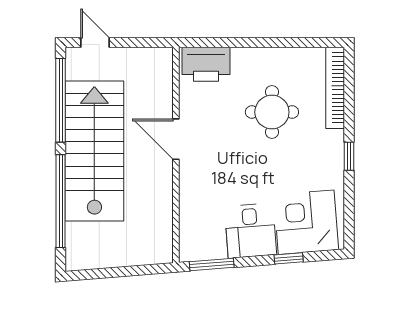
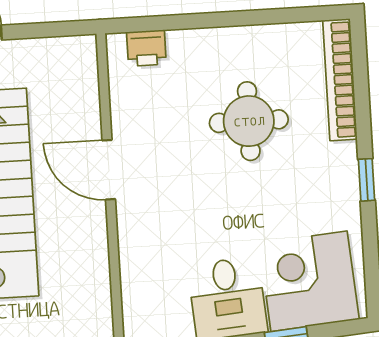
printer: (206, 64) -> (146, 48), width x0.53, depth x0.68

